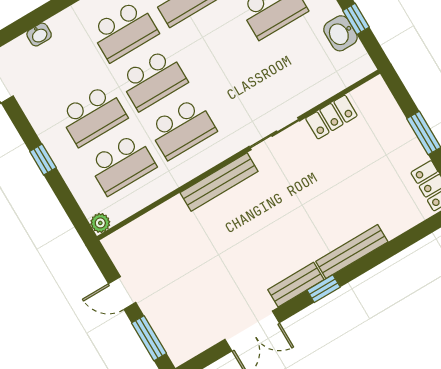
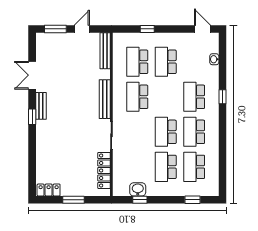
school desk: (153, 80) -> (166, 132), moved
locker: (331, 117) -> (104, 170), width x1.53
window: (43, 160) -> (147, 29), moved
plant: (100, 223) -> (117, 37), removed
bench: (352, 252) -> (105, 51), moved

